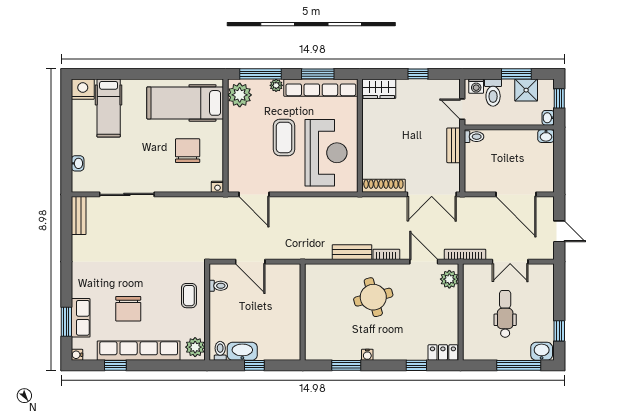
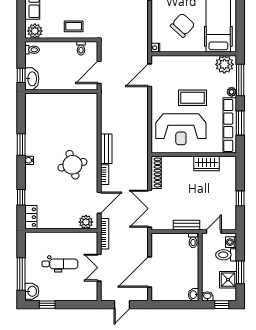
wardrobe: (379, 89) -> (207, 164), moved, turned -90
chair: (188, 151) -> (182, 25), turned -48
wall: (303, 312) -> (61, 92), moved
washbasin: (242, 351) -> (32, 79), moved

